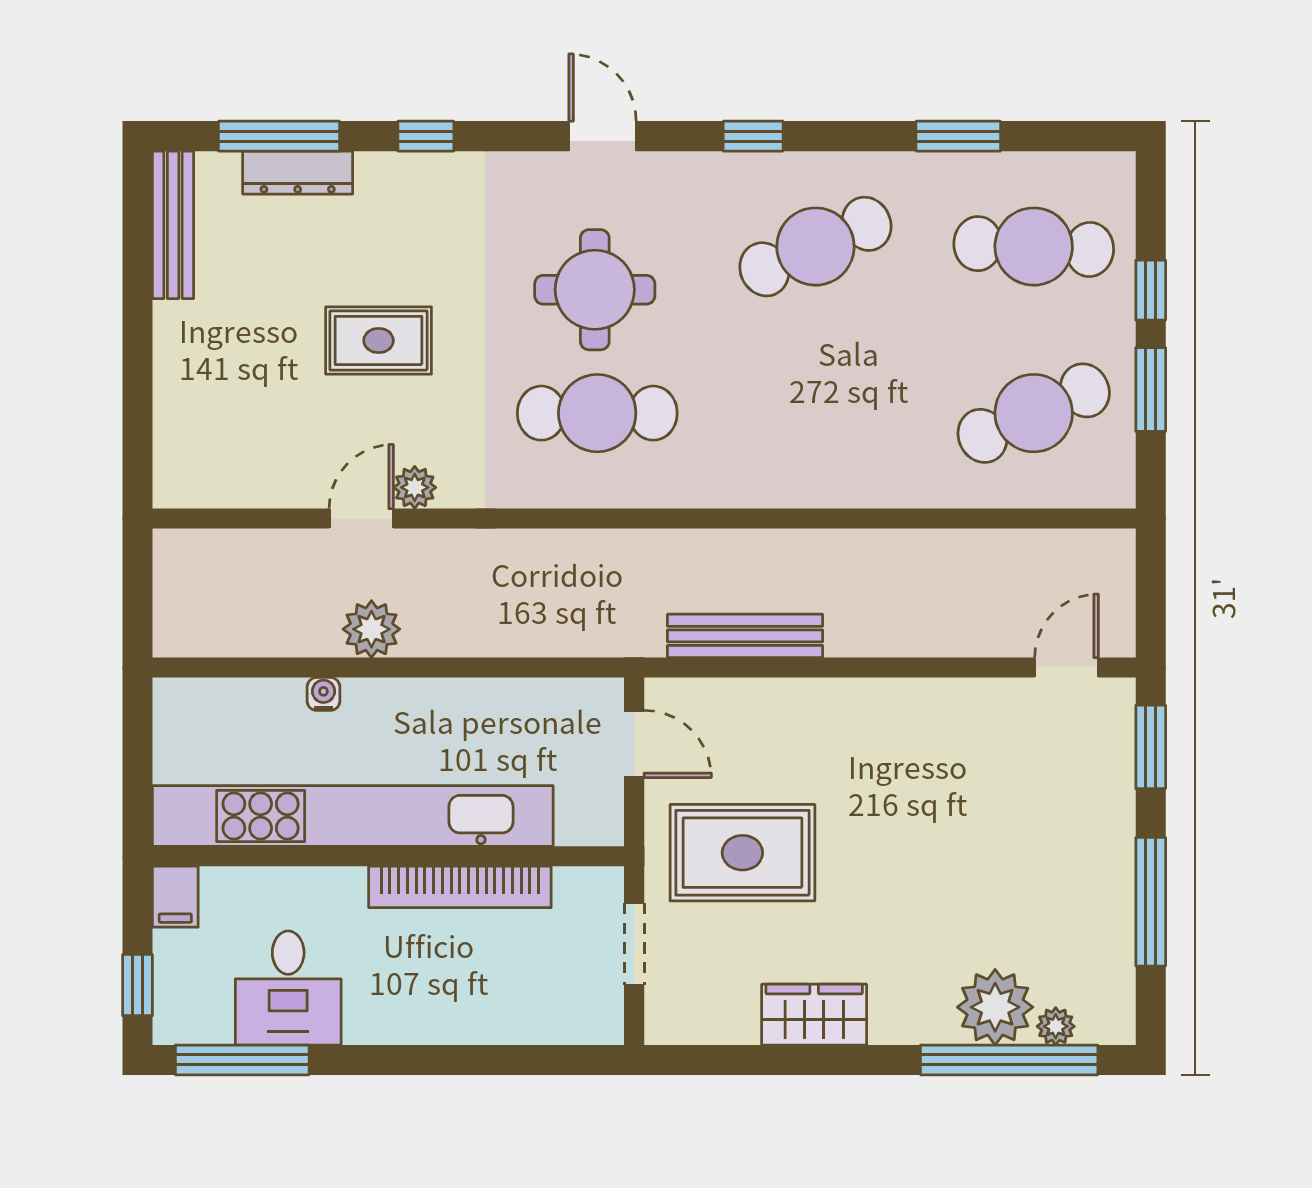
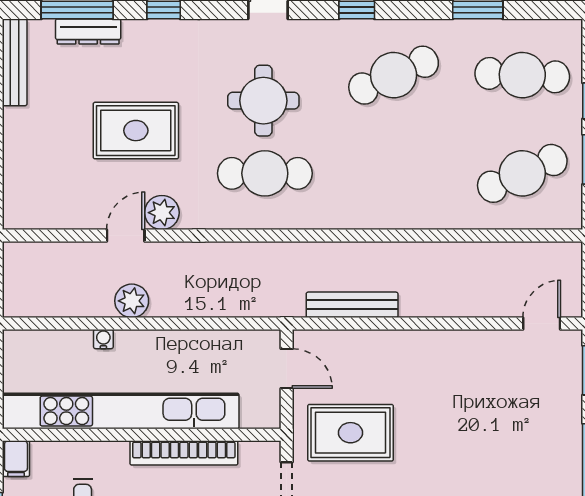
rug: (379, 341) -> (136, 131), width x1.36, depth x1.43
plant: (415, 487) -> (162, 213), width x1.38, depth x1.38

